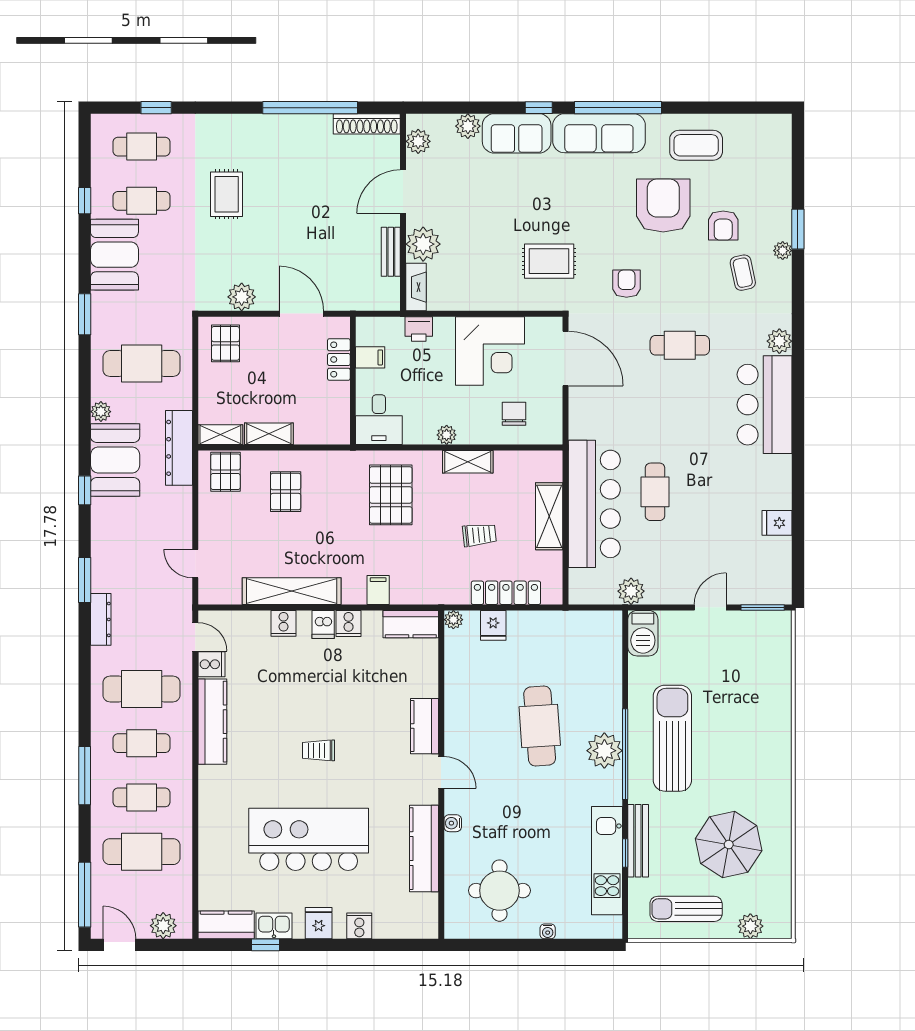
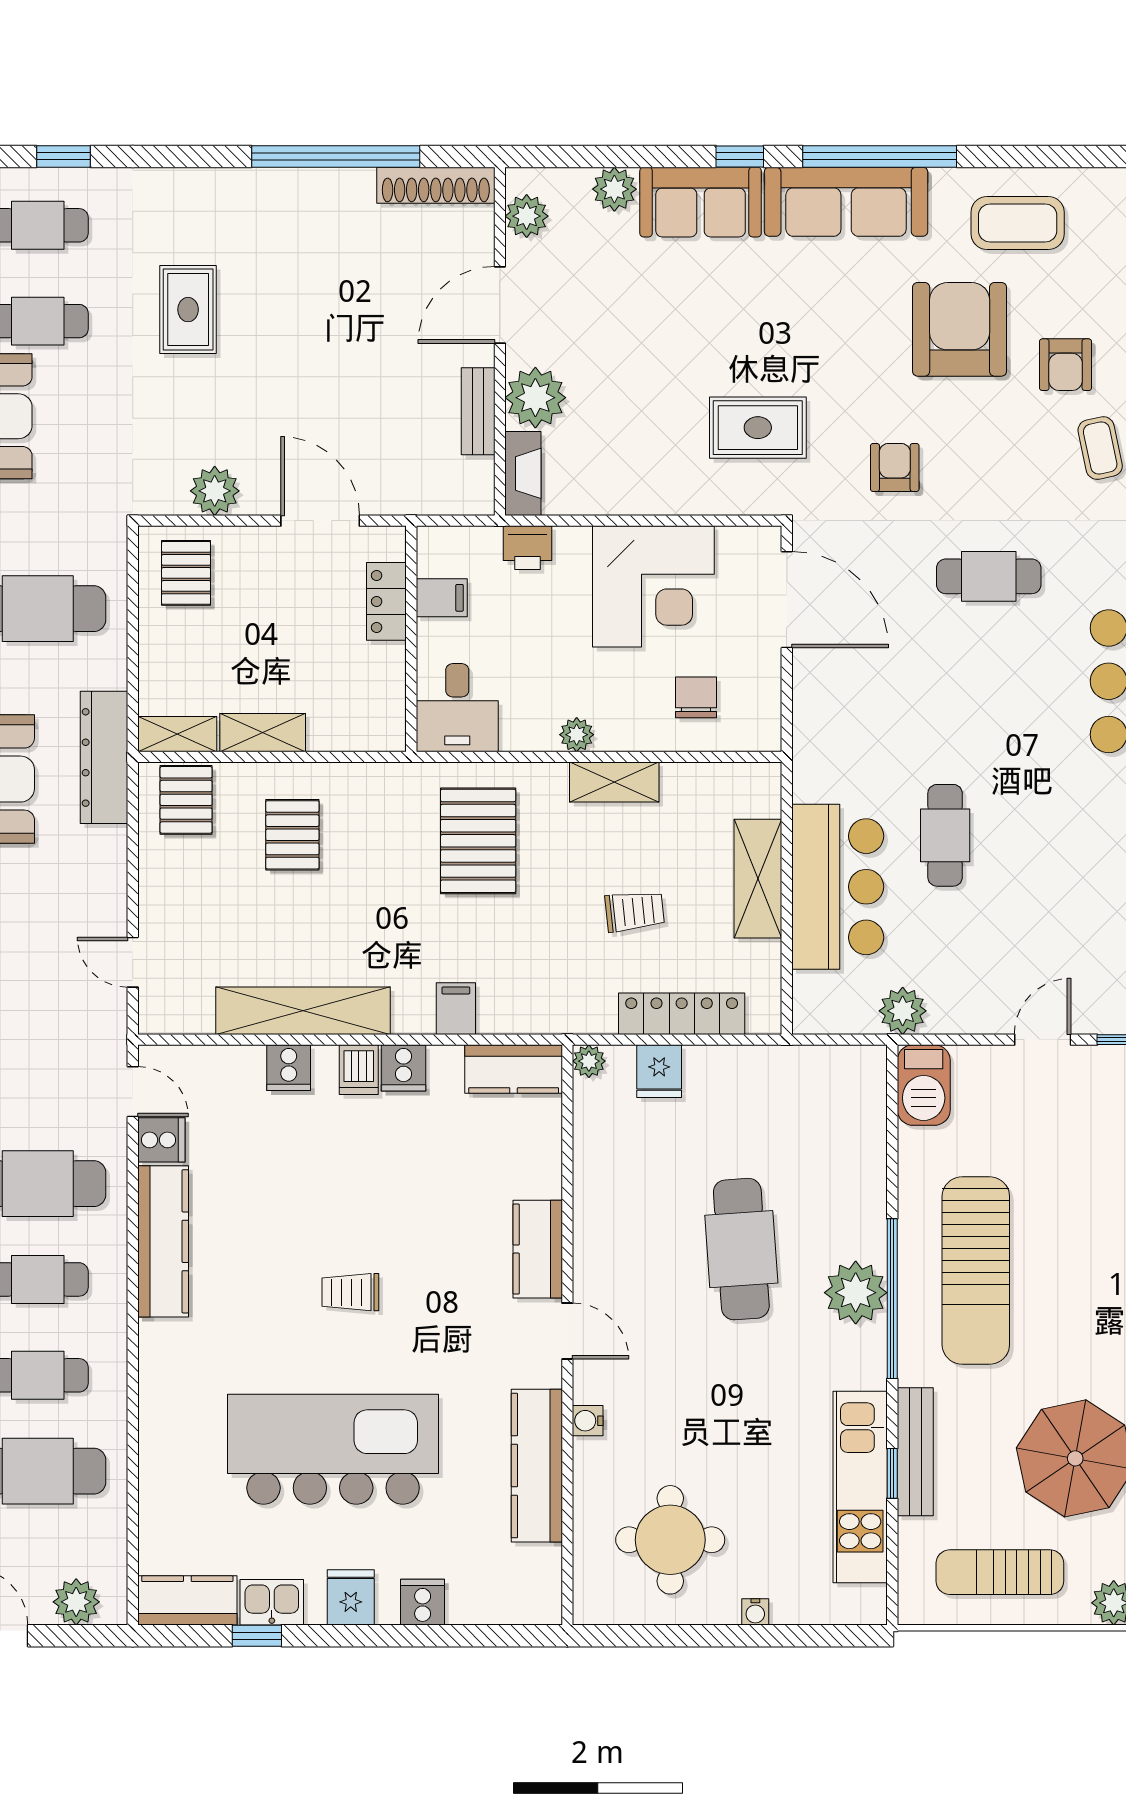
bar counter: (594, 504) -> (838, 887), width x0.73
sun lounger: (672, 738) -> (976, 1270), turned 180

